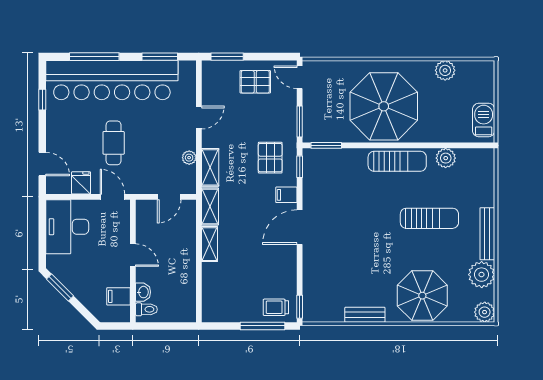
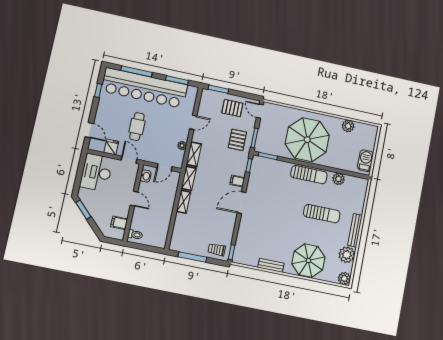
pallet: (270, 158) -> (237, 140), moved
washbasin: (143, 292) -> (146, 176), moved
window: (263, 326) -> (192, 257), moved

